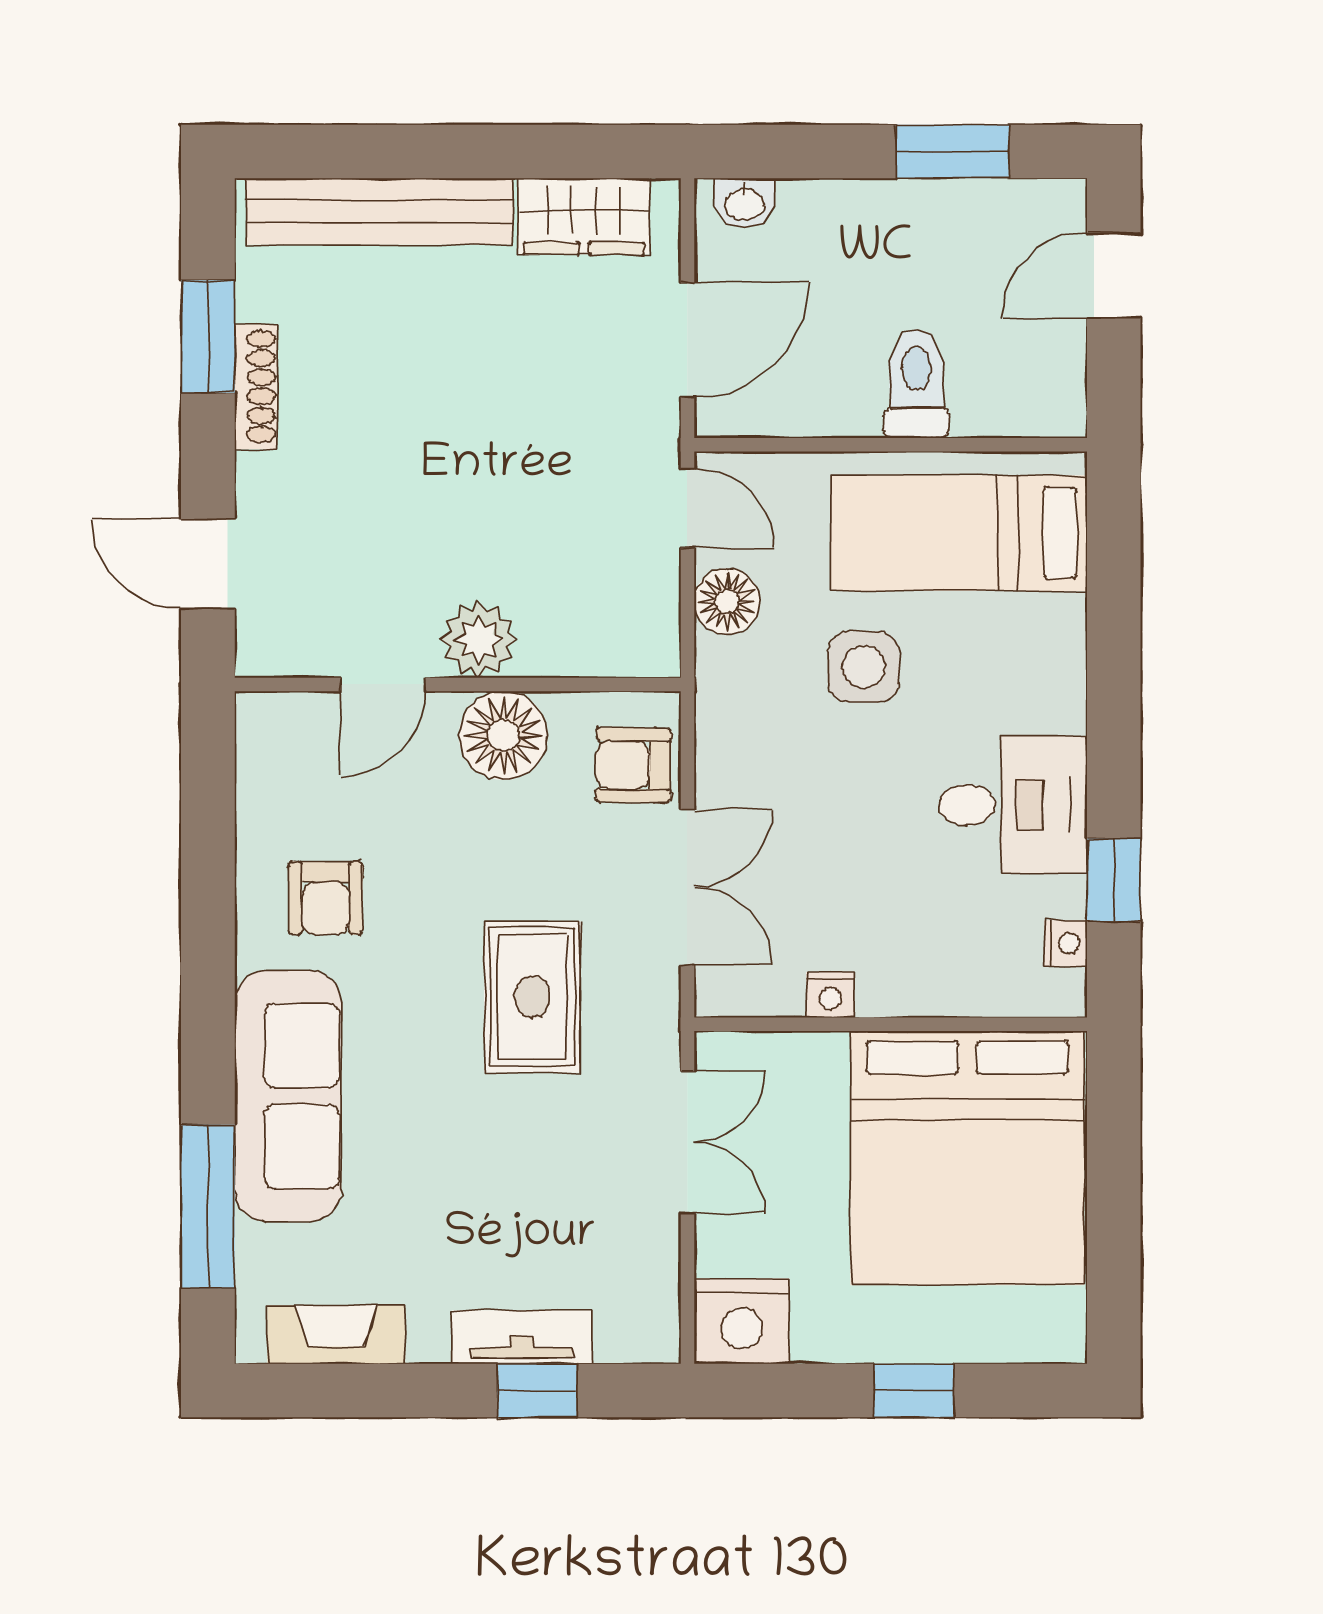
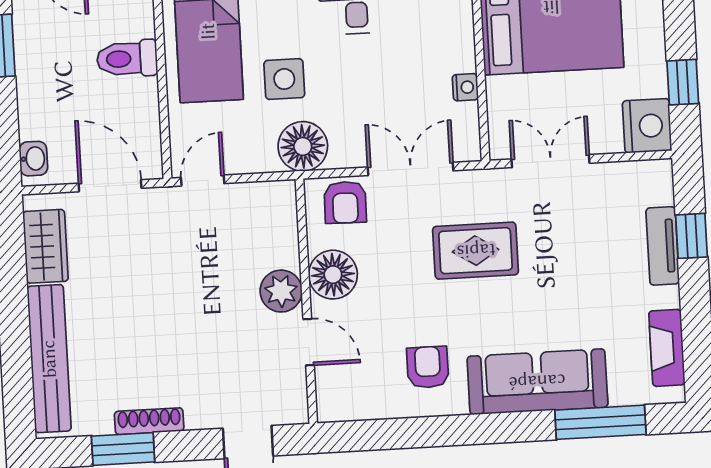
floor lamp: (727, 601) -> (303, 146), moved, width x1.38, depth x1.38
armchair: (326, 898) -> (428, 367), turned -90
window: (914, 1391) -> (683, 82), moved

